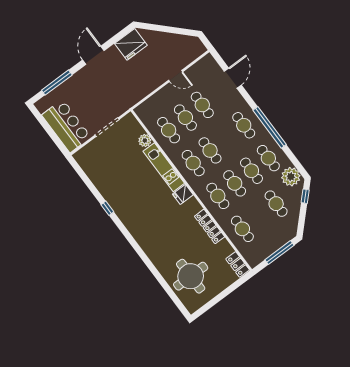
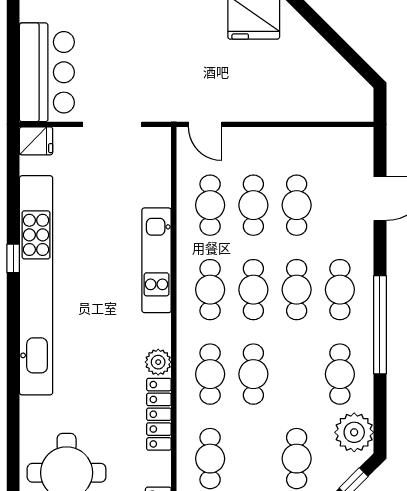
door: (176, 76) -> (205, 124), moved
plant: (145, 141) -> (158, 362), moved
cafe table: (251, 171) -> (297, 290), moved
fridge: (183, 194) -> (36, 141), moved, turned 180
kitchen unit: (124, 212) -> (36, 285), added

